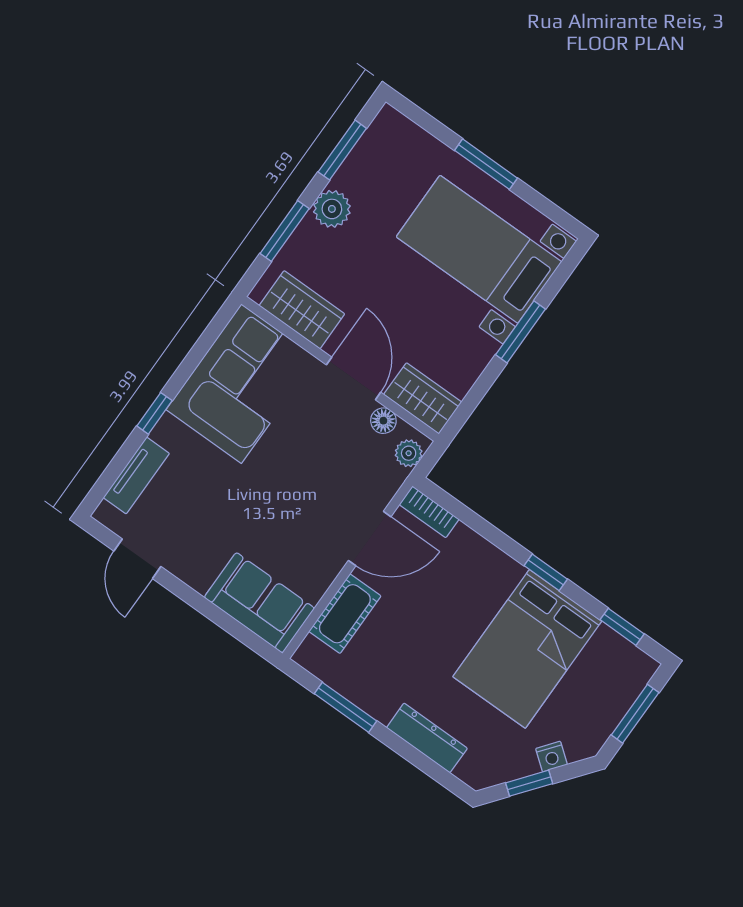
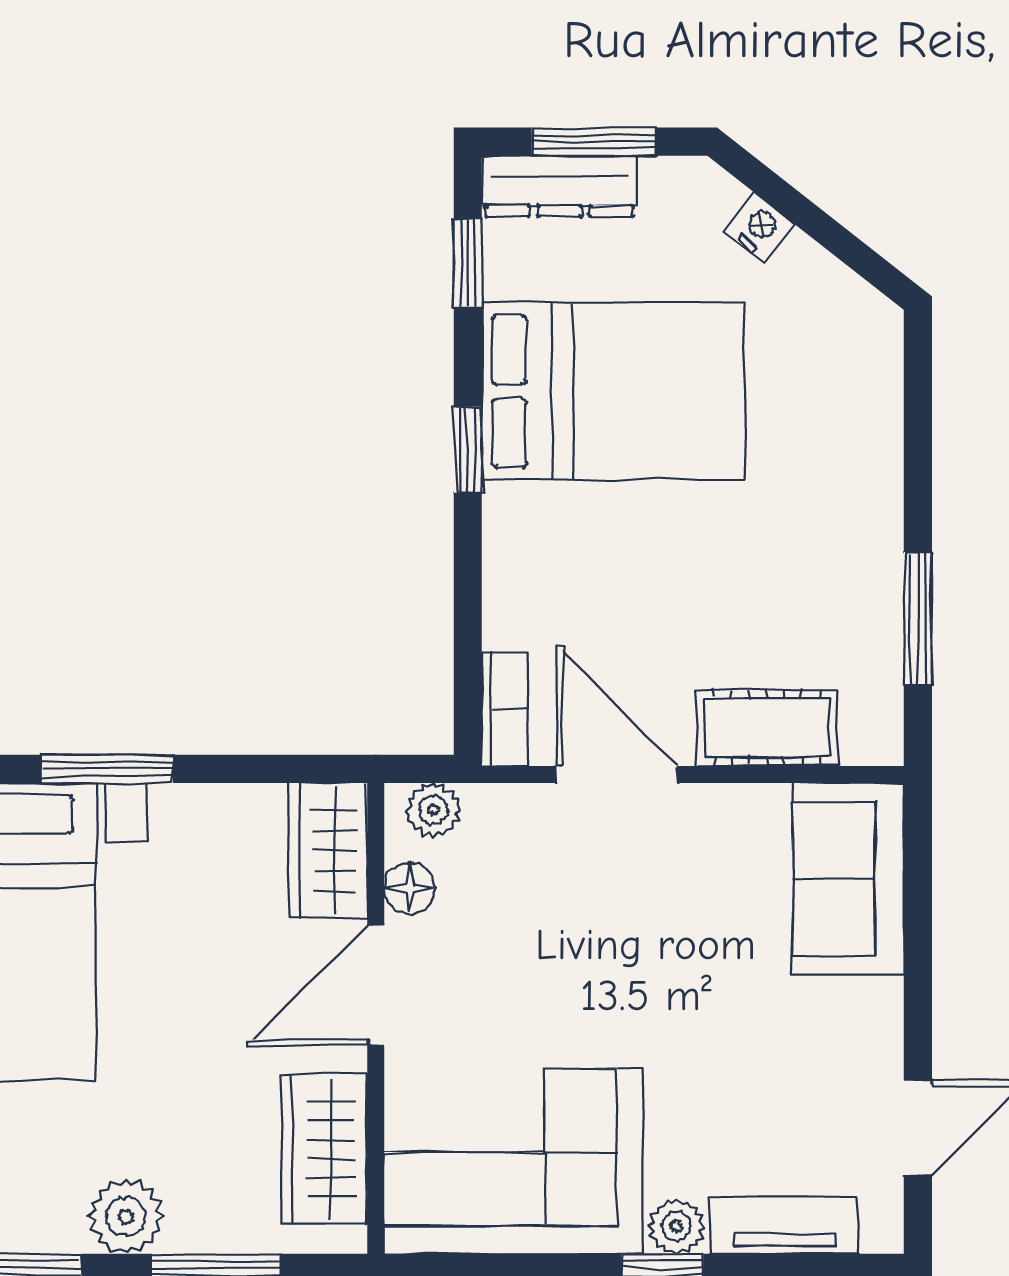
plant: (167, 431) -> (676, 1226), added
dresser: (427, 738) -> (559, 186), moved, turned -90
window: (529, 783) -> (829, 233), removed

